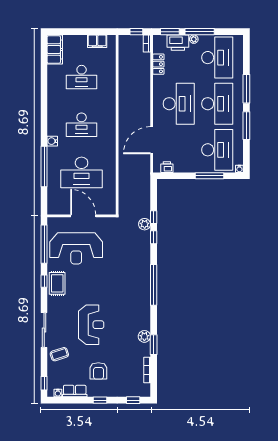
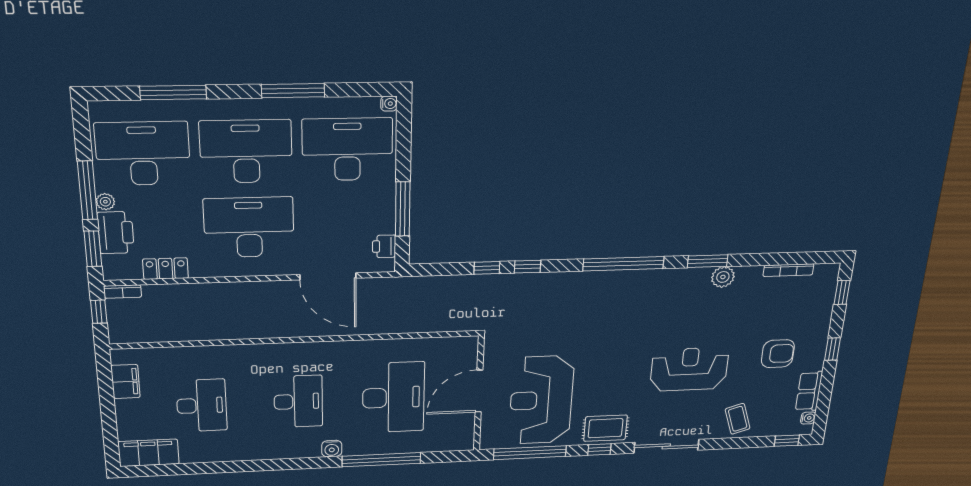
window: (246, 89) -> (173, 92), moved
window: (209, 176) -> (403, 209), moved
plant: (145, 224) -> (500, 284), removed
reception desk: (76, 248) -> (541, 400), turned 180
sliding door: (44, 330) -> (666, 446), moved
window: (154, 345) -> (708, 261), moved

